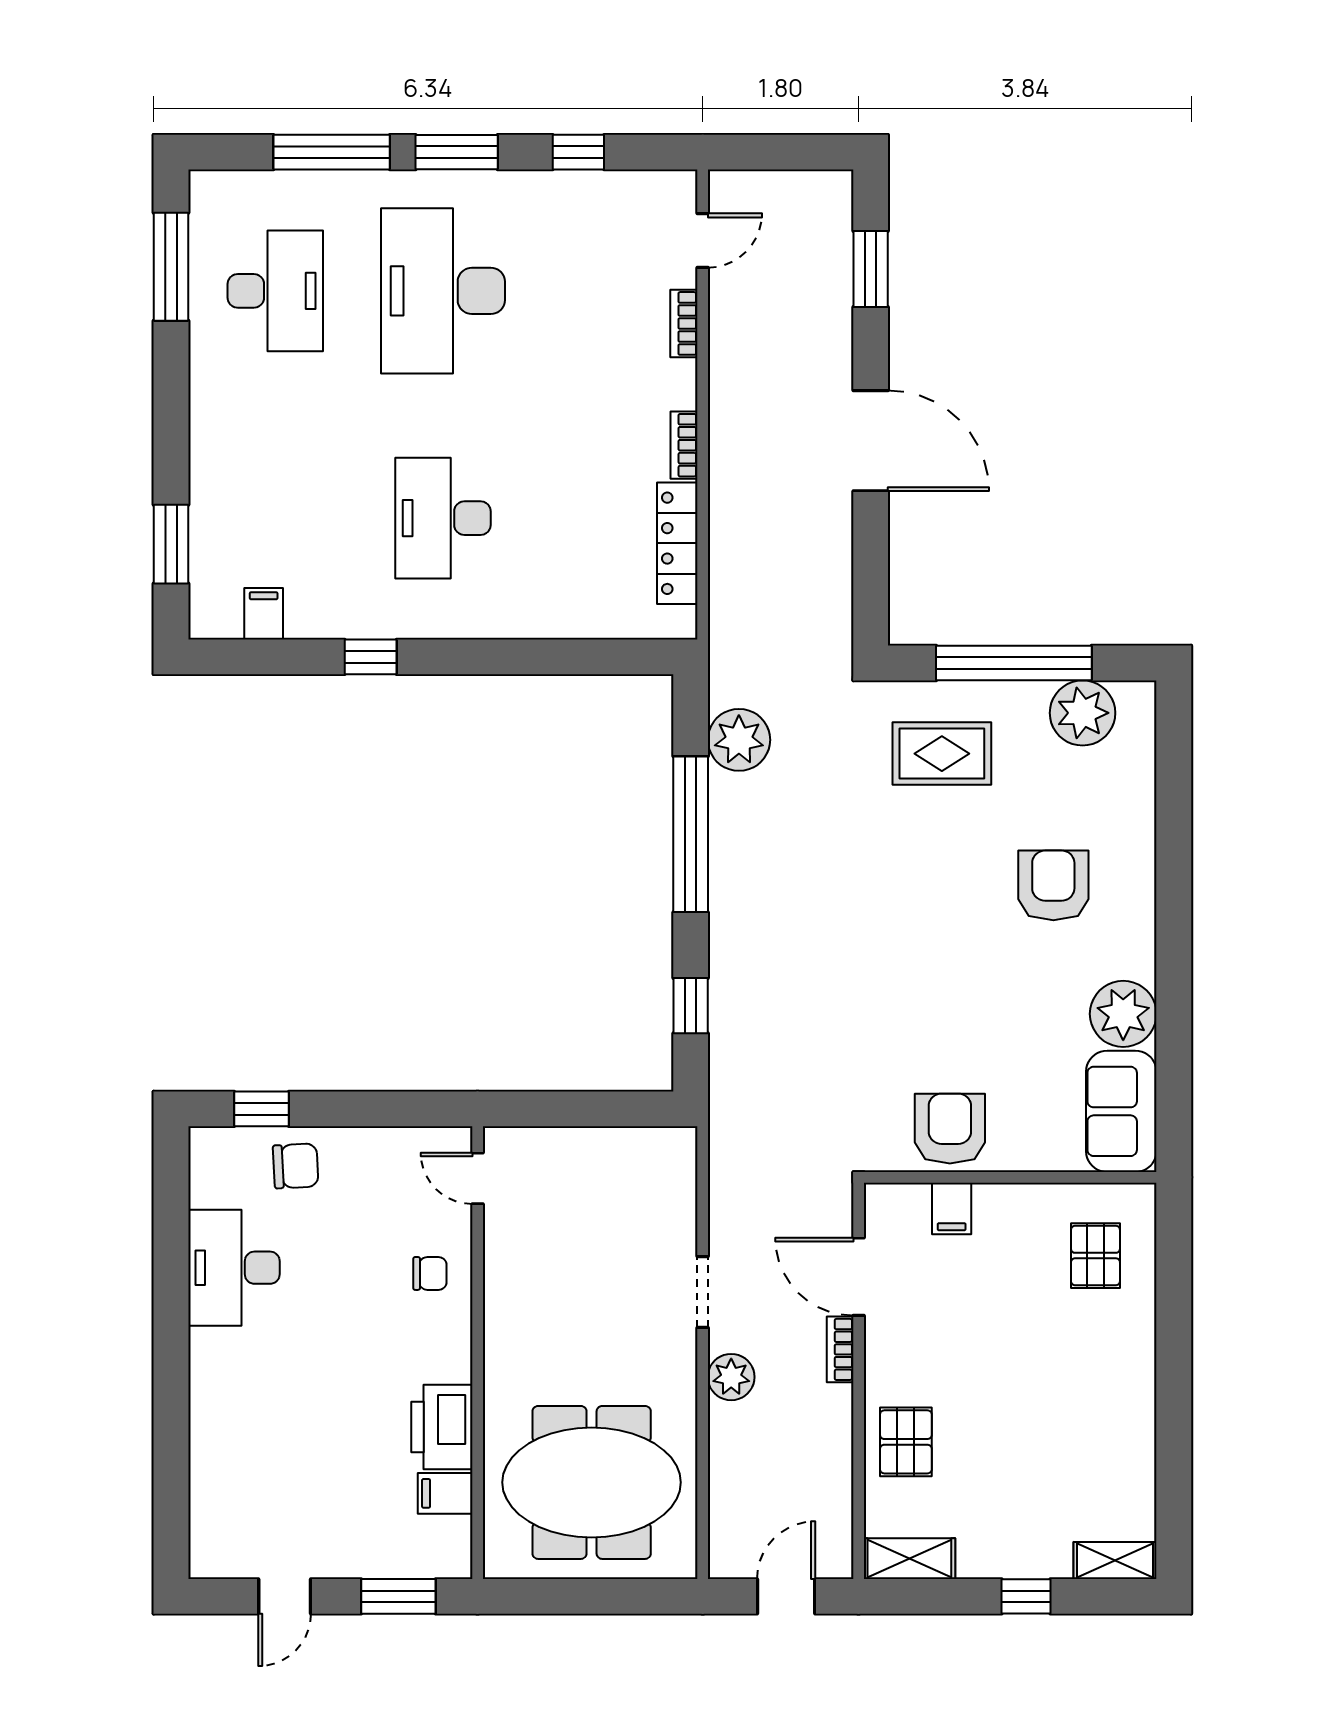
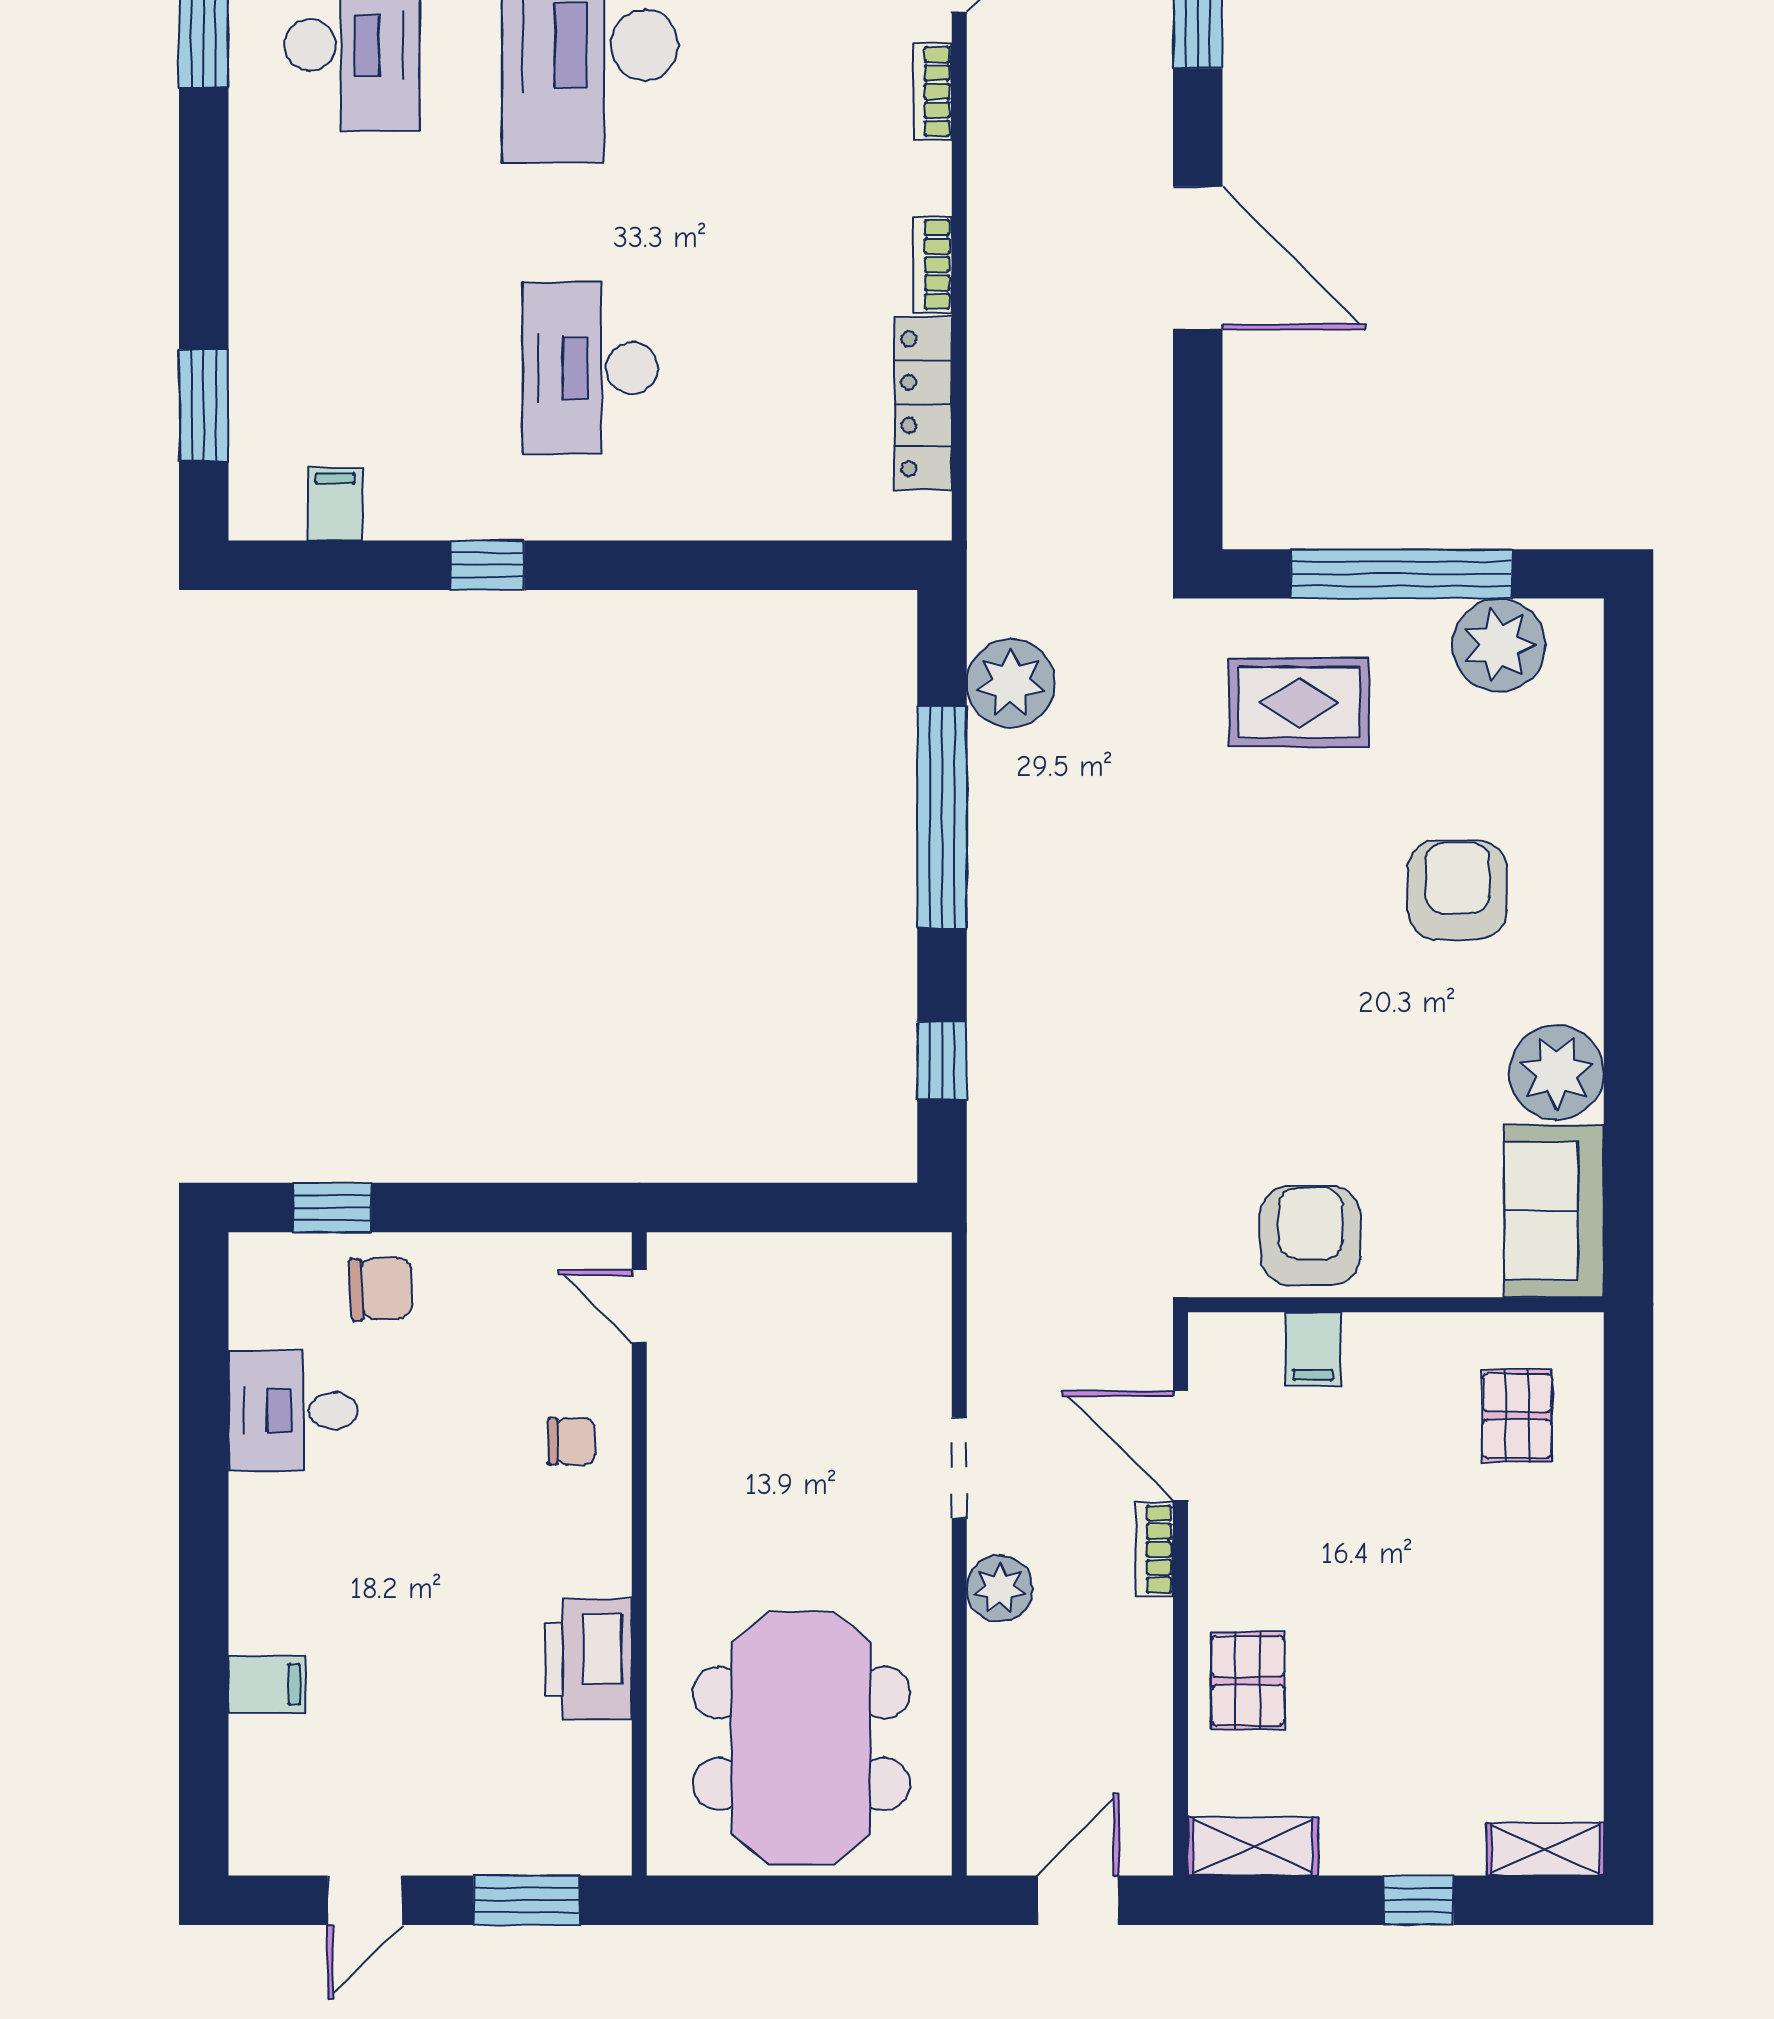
desk: (234, 1268) -> (293, 1411), width x0.73
meeting table: (592, 1482) -> (801, 1738), turned 90
filing cabinet: (445, 1493) -> (267, 1684), moved, turned 180

